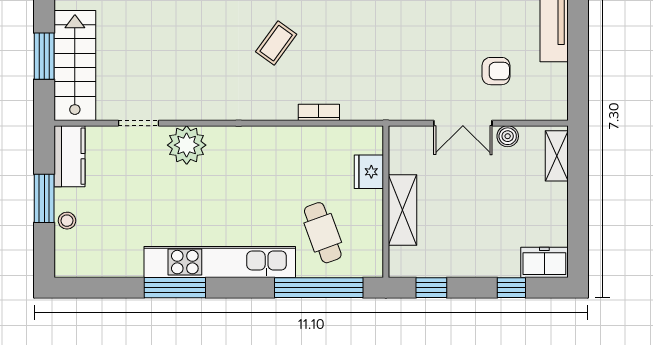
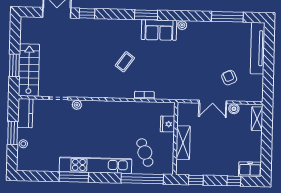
armchair: (496, 71) -> (229, 78), turned -115
plant: (187, 145) -> (77, 105), width x0.53, depth x0.53

